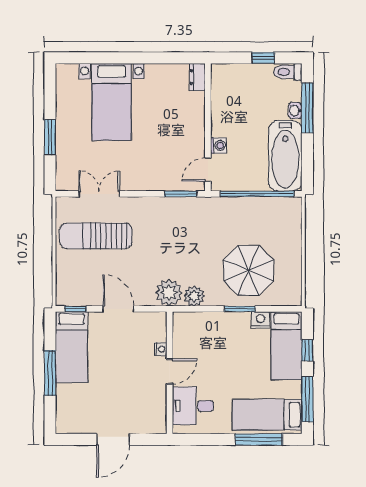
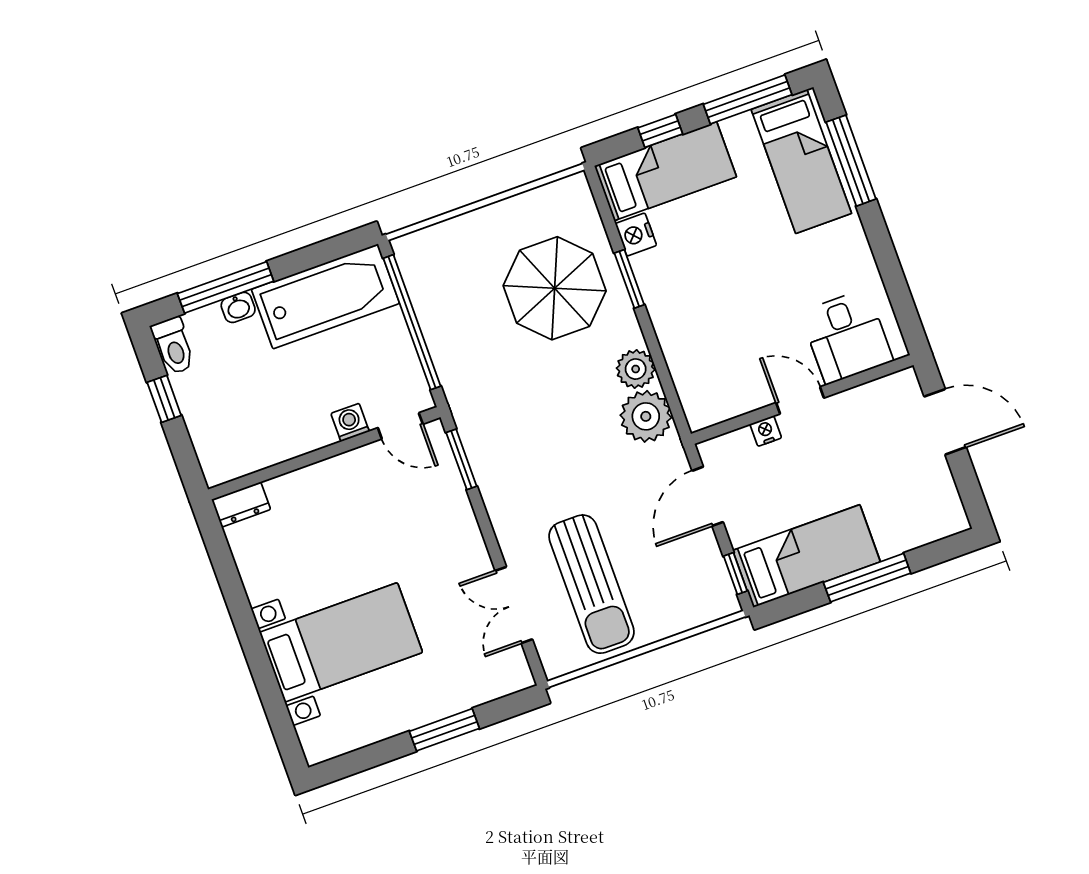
nightstand: (160, 349) -> (766, 431), moved
door: (170, 372) -> (800, 400), moved
wall: (170, 373) -> (802, 400), moved
desk: (193, 406) -> (847, 336), moved

